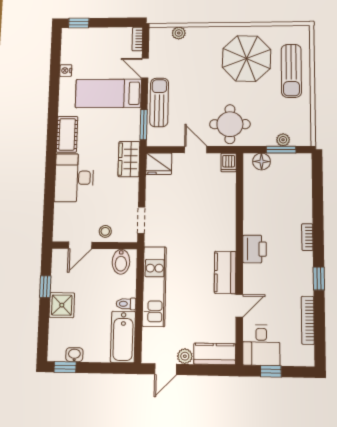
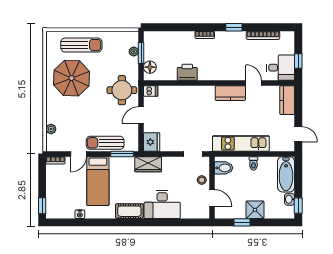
printer: (255, 249) -> (187, 72), moved
bathtub: (123, 337) -> (286, 174), moved, turned 90
plant: (185, 356) -> (289, 121), removed

